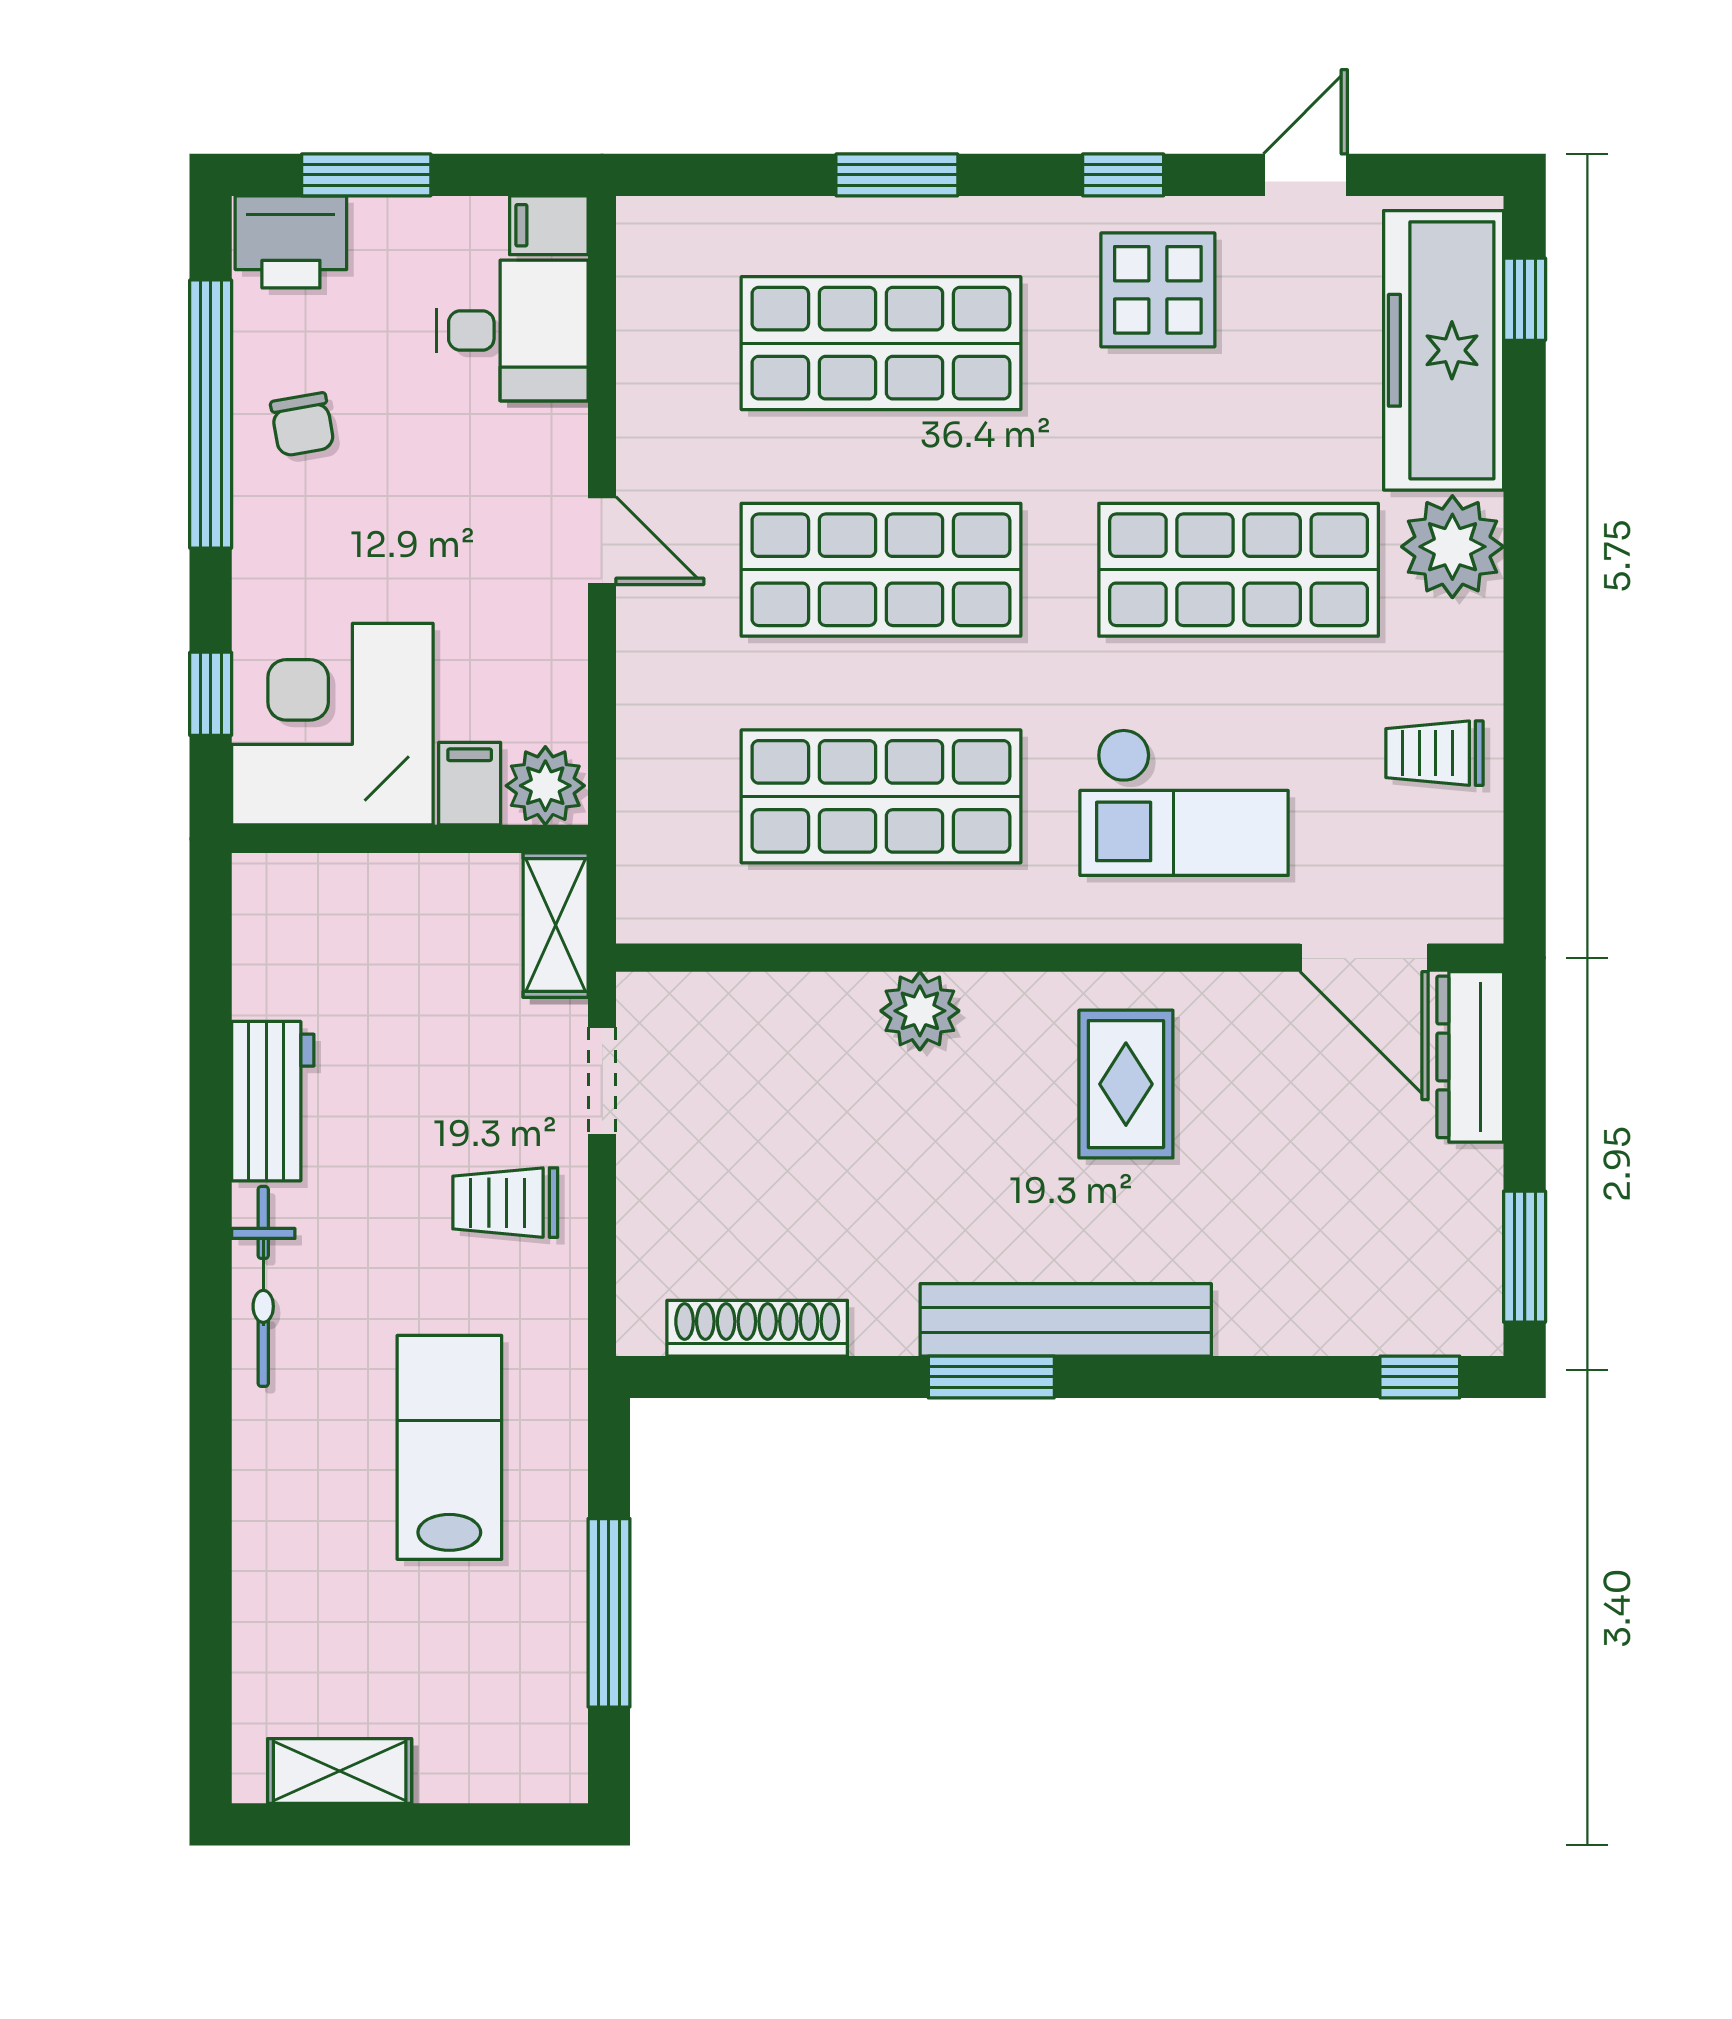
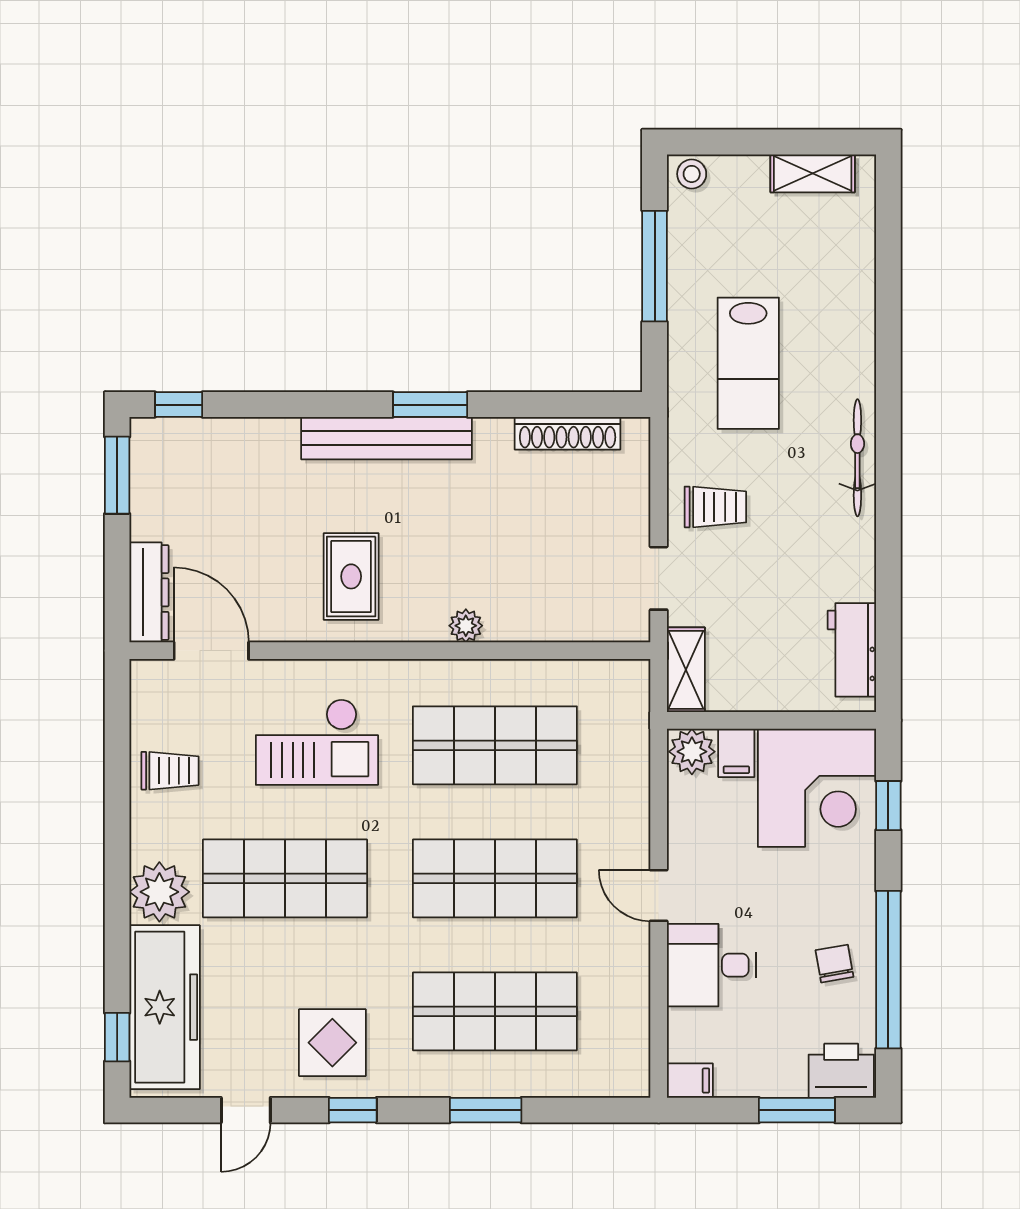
desk: (512, 330) -> (711, 965), moved
checkout: (1184, 802) -> (317, 742), turned 180
plant: (920, 1011) -> (466, 626), width x0.73, depth x0.73
workbench: (273, 1101) -> (852, 650), moved
stool: (546, 1770) -> (692, 174), added

